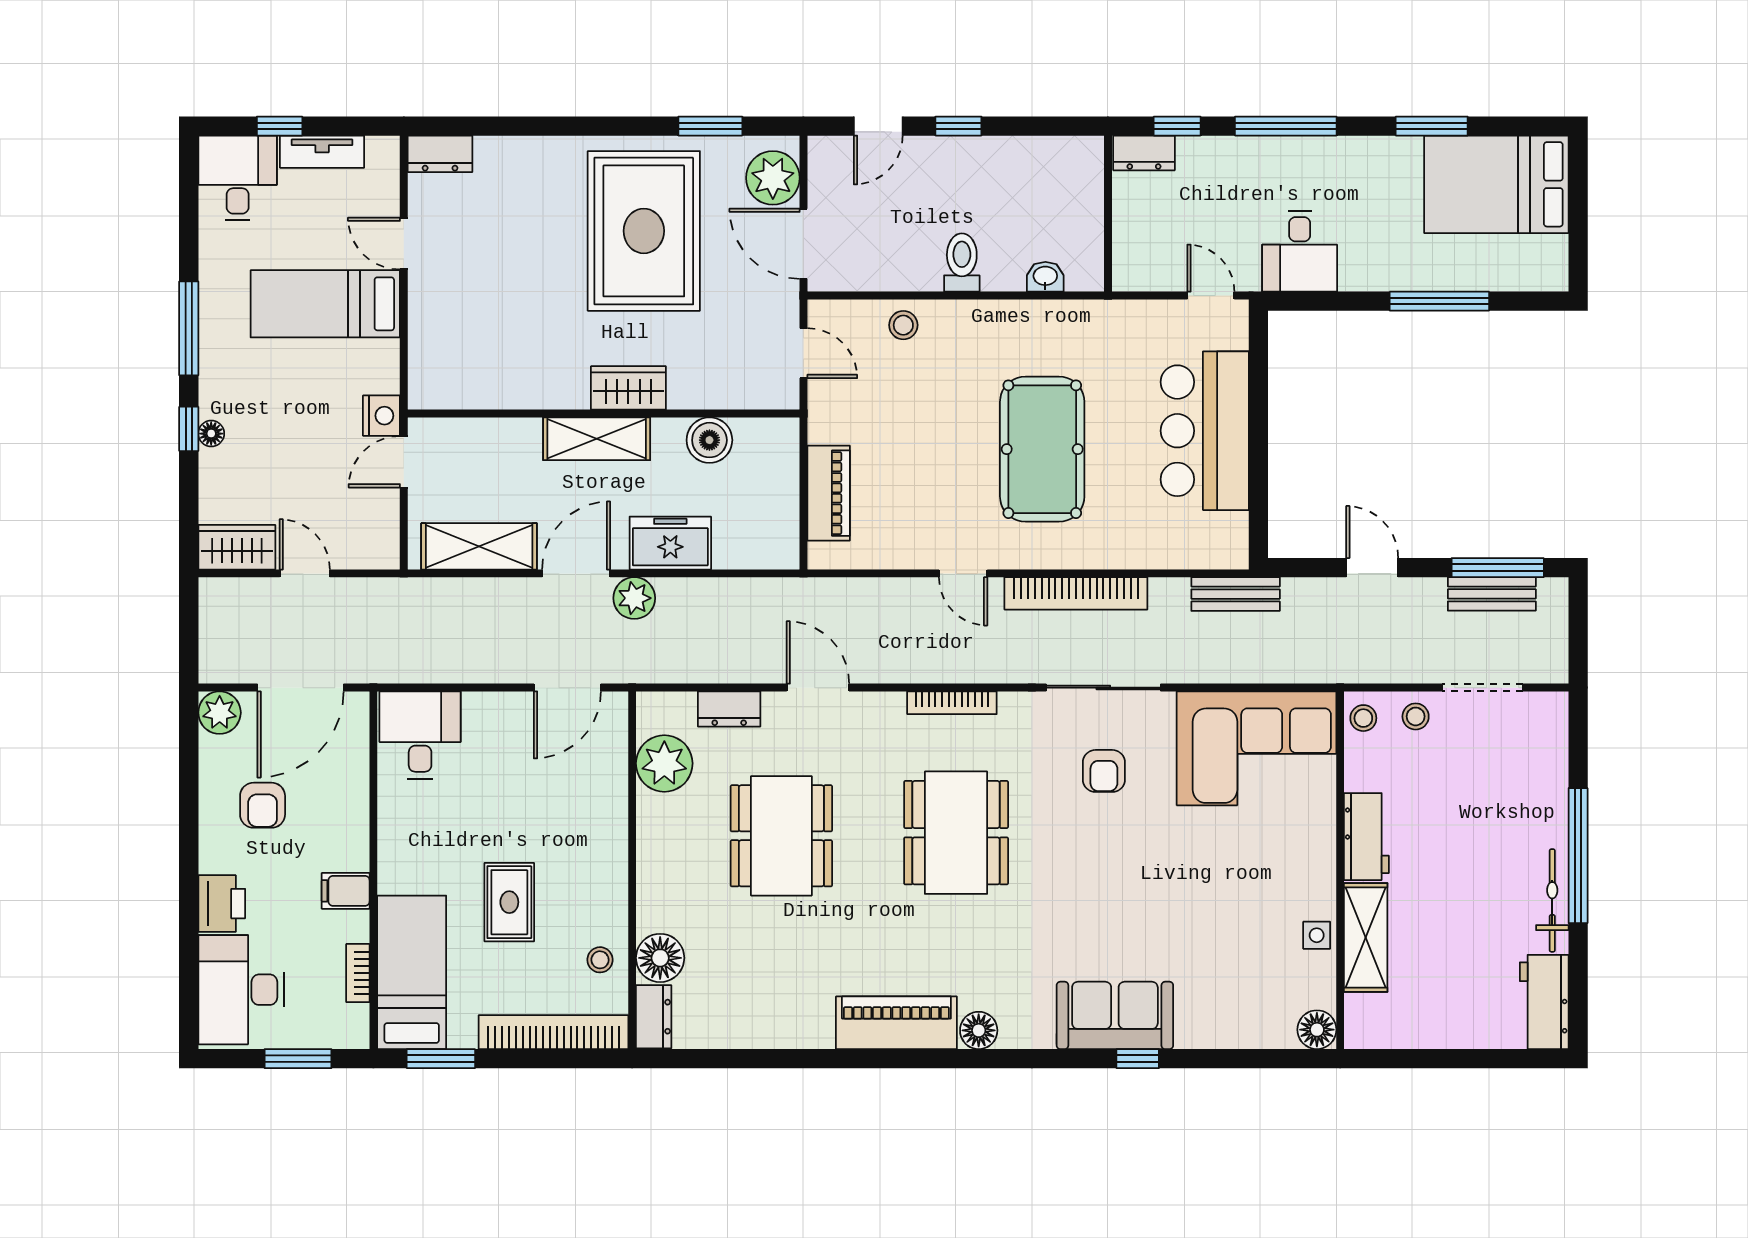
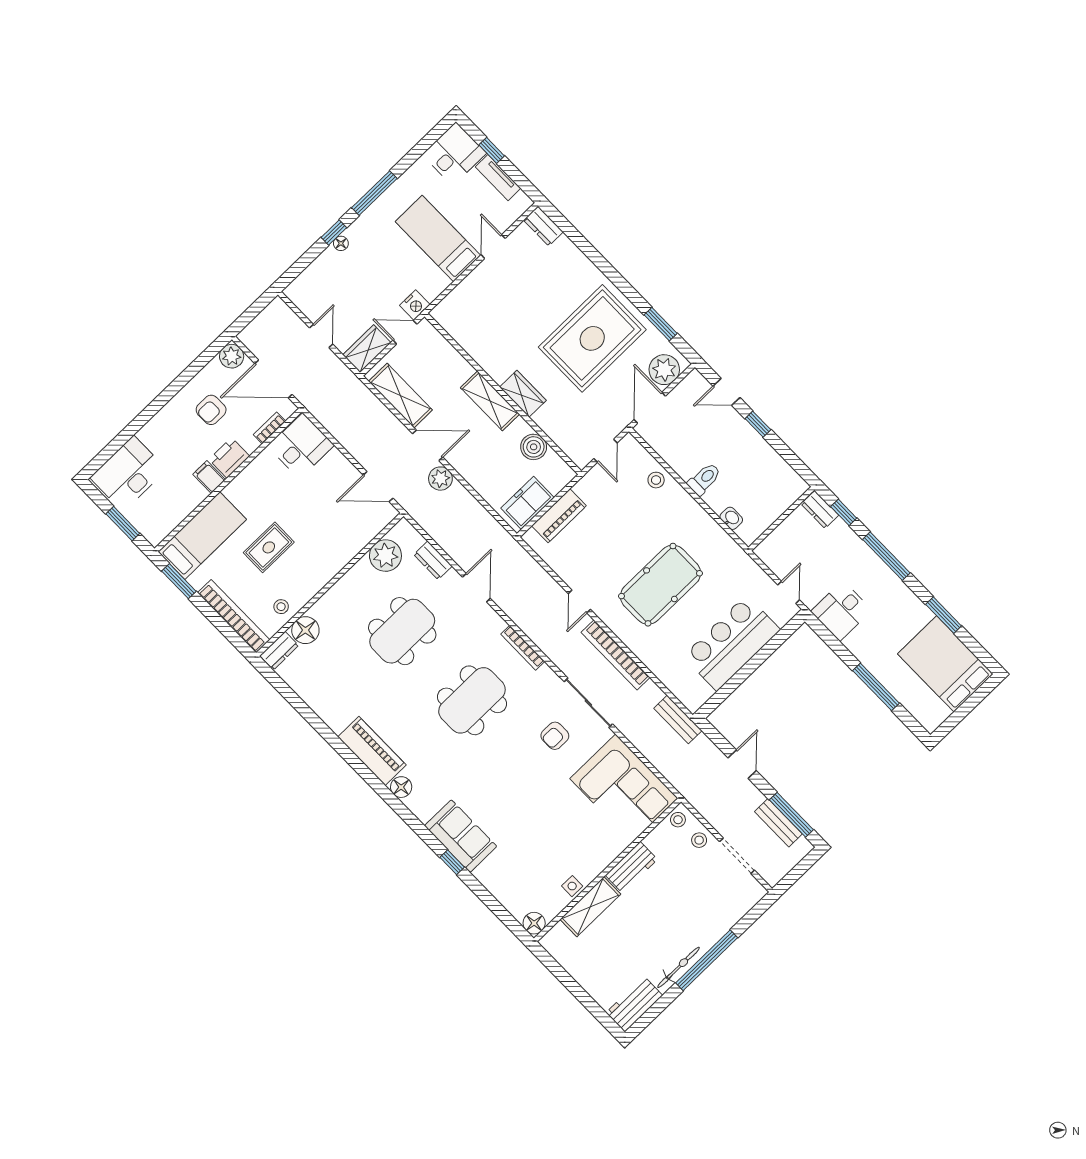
freezer: (670, 543) -> (528, 503), moved, turned -90
wardrobe: (237, 547) -> (367, 349), moved, turned -90
printer: (222, 904) -> (229, 458), moved, turned 180
bookcase: (358, 973) -> (269, 428), moved

